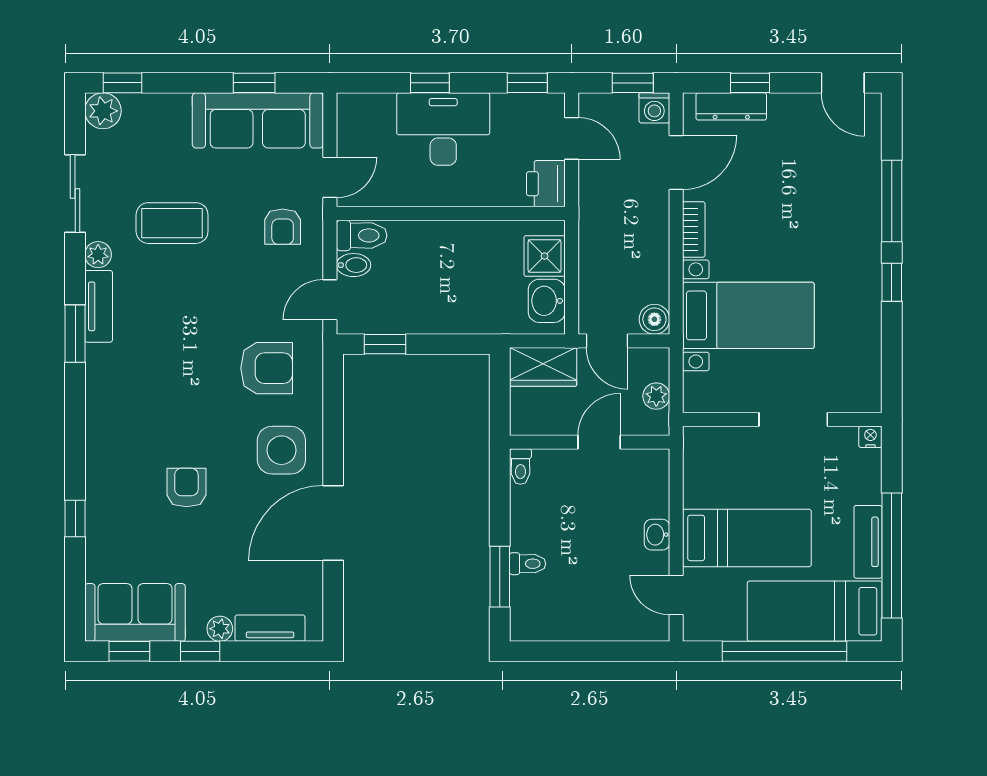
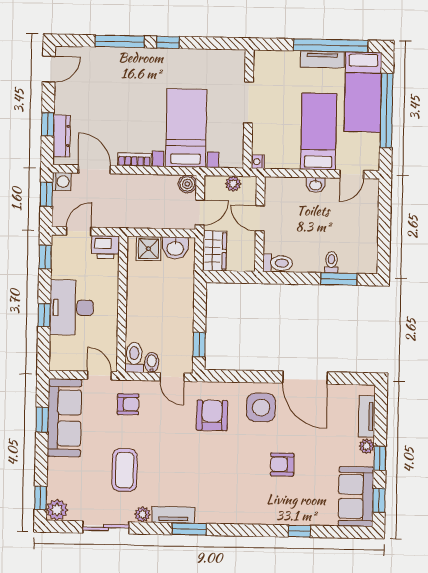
nightstand: (870, 437) -> (258, 162), moved
toilet: (520, 467) -> (278, 263), width x1.37, depth x1.39

